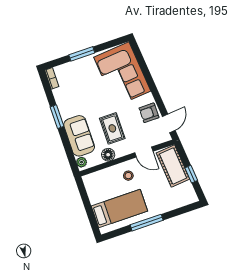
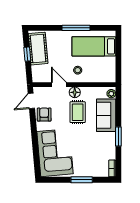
armchair: (149, 113) -> (44, 115), turned -90
floor lamp: (108, 155) -> (75, 92), moved
cot: (173, 166) -> (38, 49), moved

